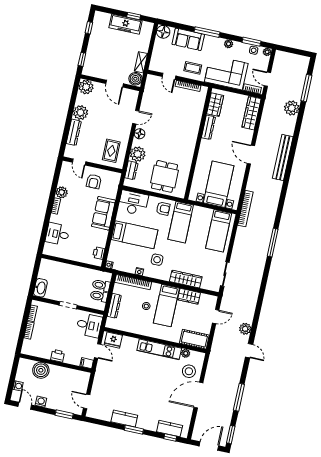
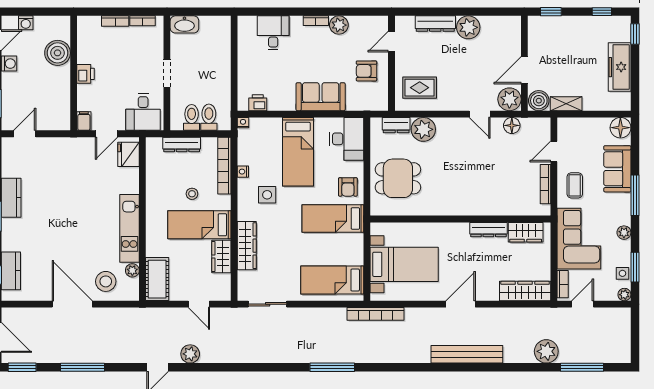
window: (134, 16) -> (635, 34), moved
plant: (86, 87) -> (509, 99), moved
floor lamp: (140, 134) -> (512, 125), moved

